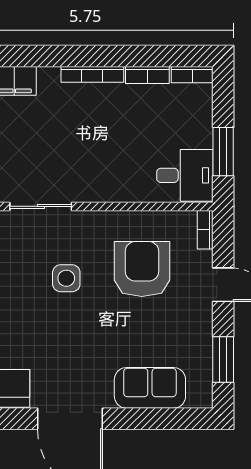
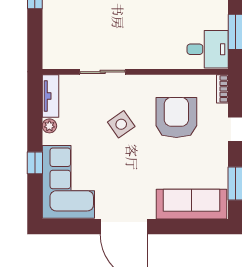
side table: (66, 278) -> (121, 124), turned -35
sofa: (150, 388) -> (191, 204), width x1.36

